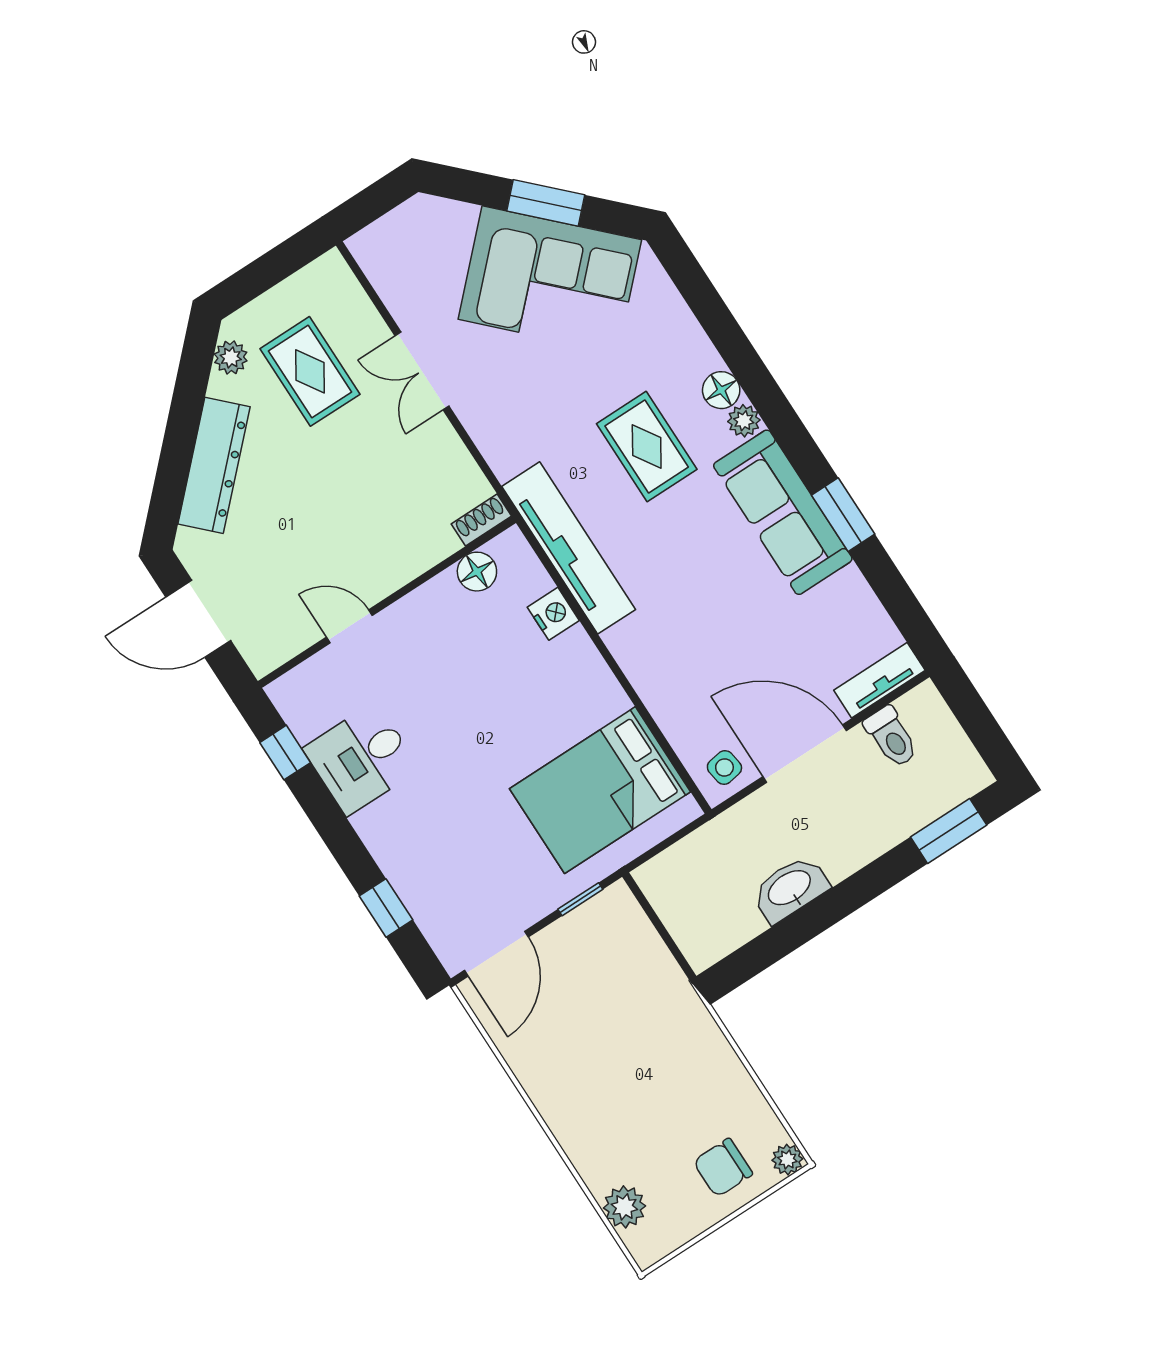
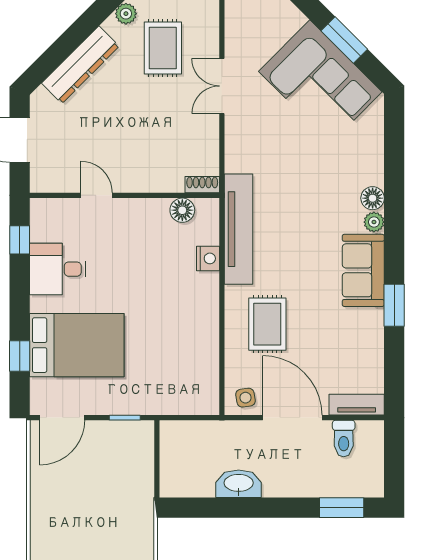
rug: (647, 447) -> (267, 324), moved
sofa: (783, 512) -> (363, 270), width x0.73
bed: (600, 790) -> (77, 345), moved, turned 180

